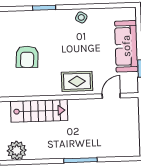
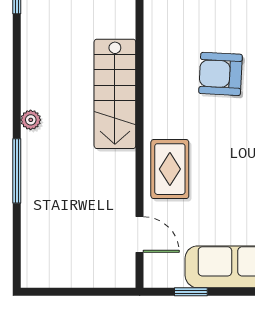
plant: (17, 150) -> (31, 120), moved, width x0.53, depth x0.53

